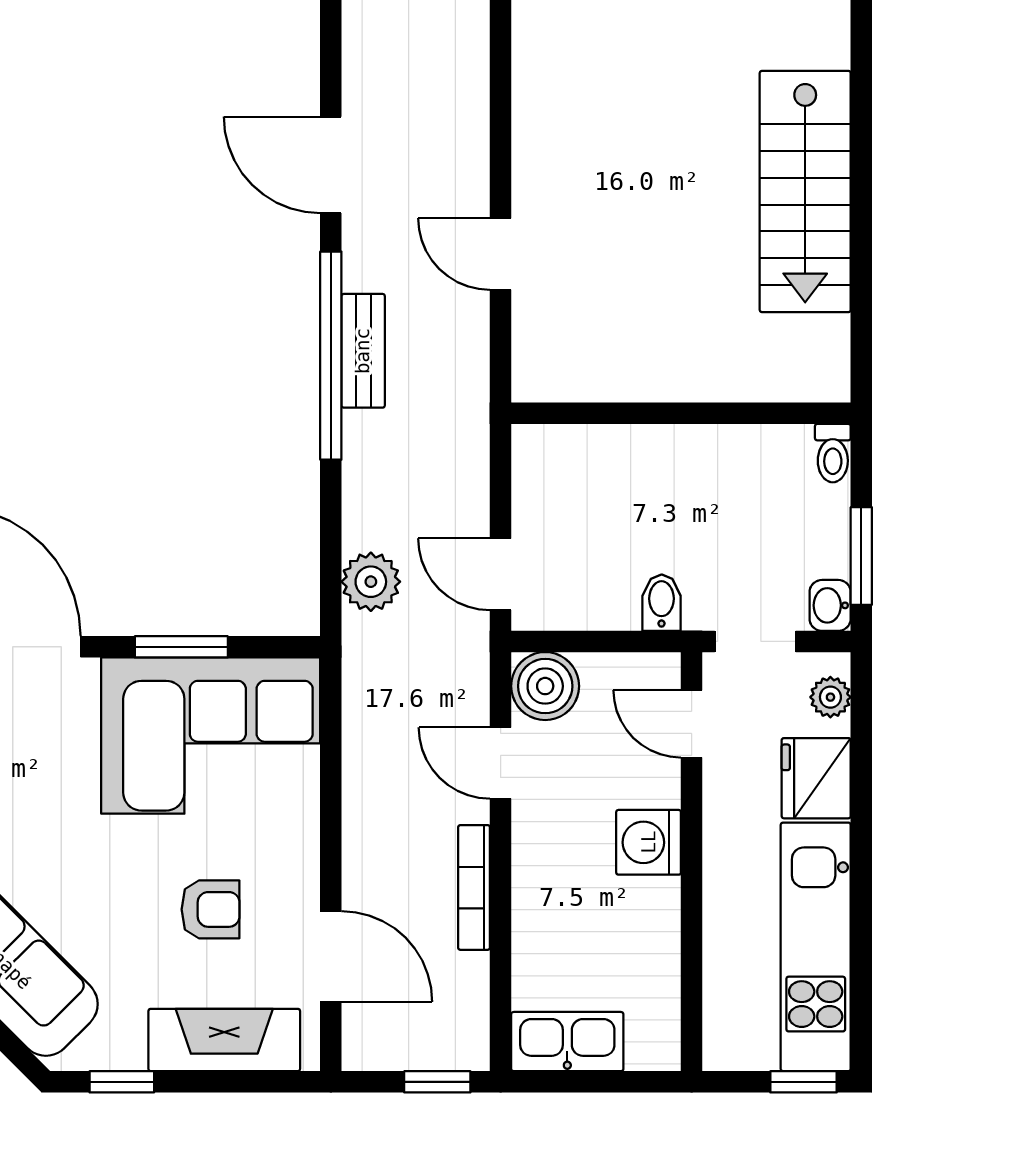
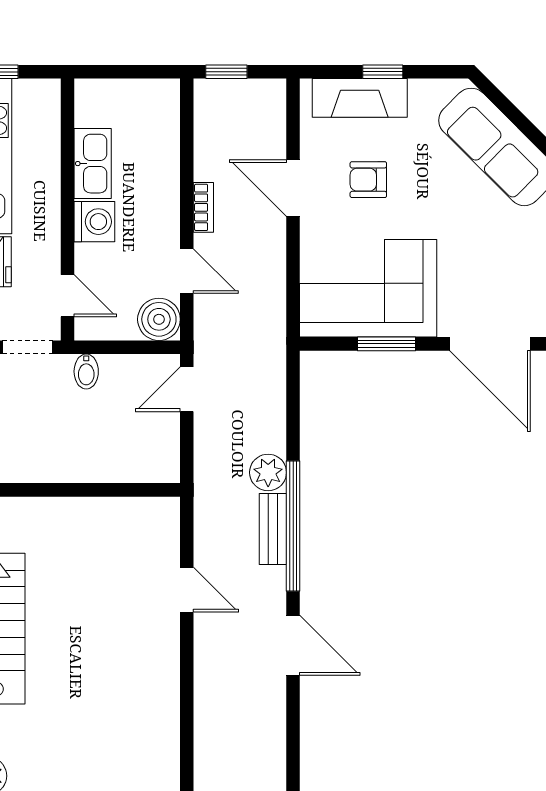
door: (501, 574) -> (187, 389), swing flipped
plant: (371, 582) -> (268, 472), moved
bookcase: (474, 887) -> (203, 207), width x0.64
door: (331, 957) -> (293, 188), moved
kitchen sink: (567, 1042) -> (93, 164), moved, turned -90
window: (122, 1082) -> (383, 72), moved

